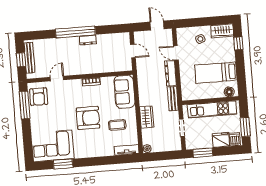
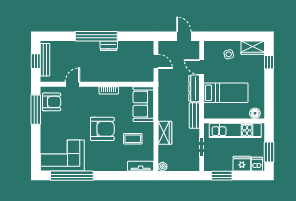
bed: (216, 73) -> (226, 93), moved, turned 180
armchair: (39, 97) -> (52, 102), turned -90
window: (63, 164) -> (72, 176), width x2.11

